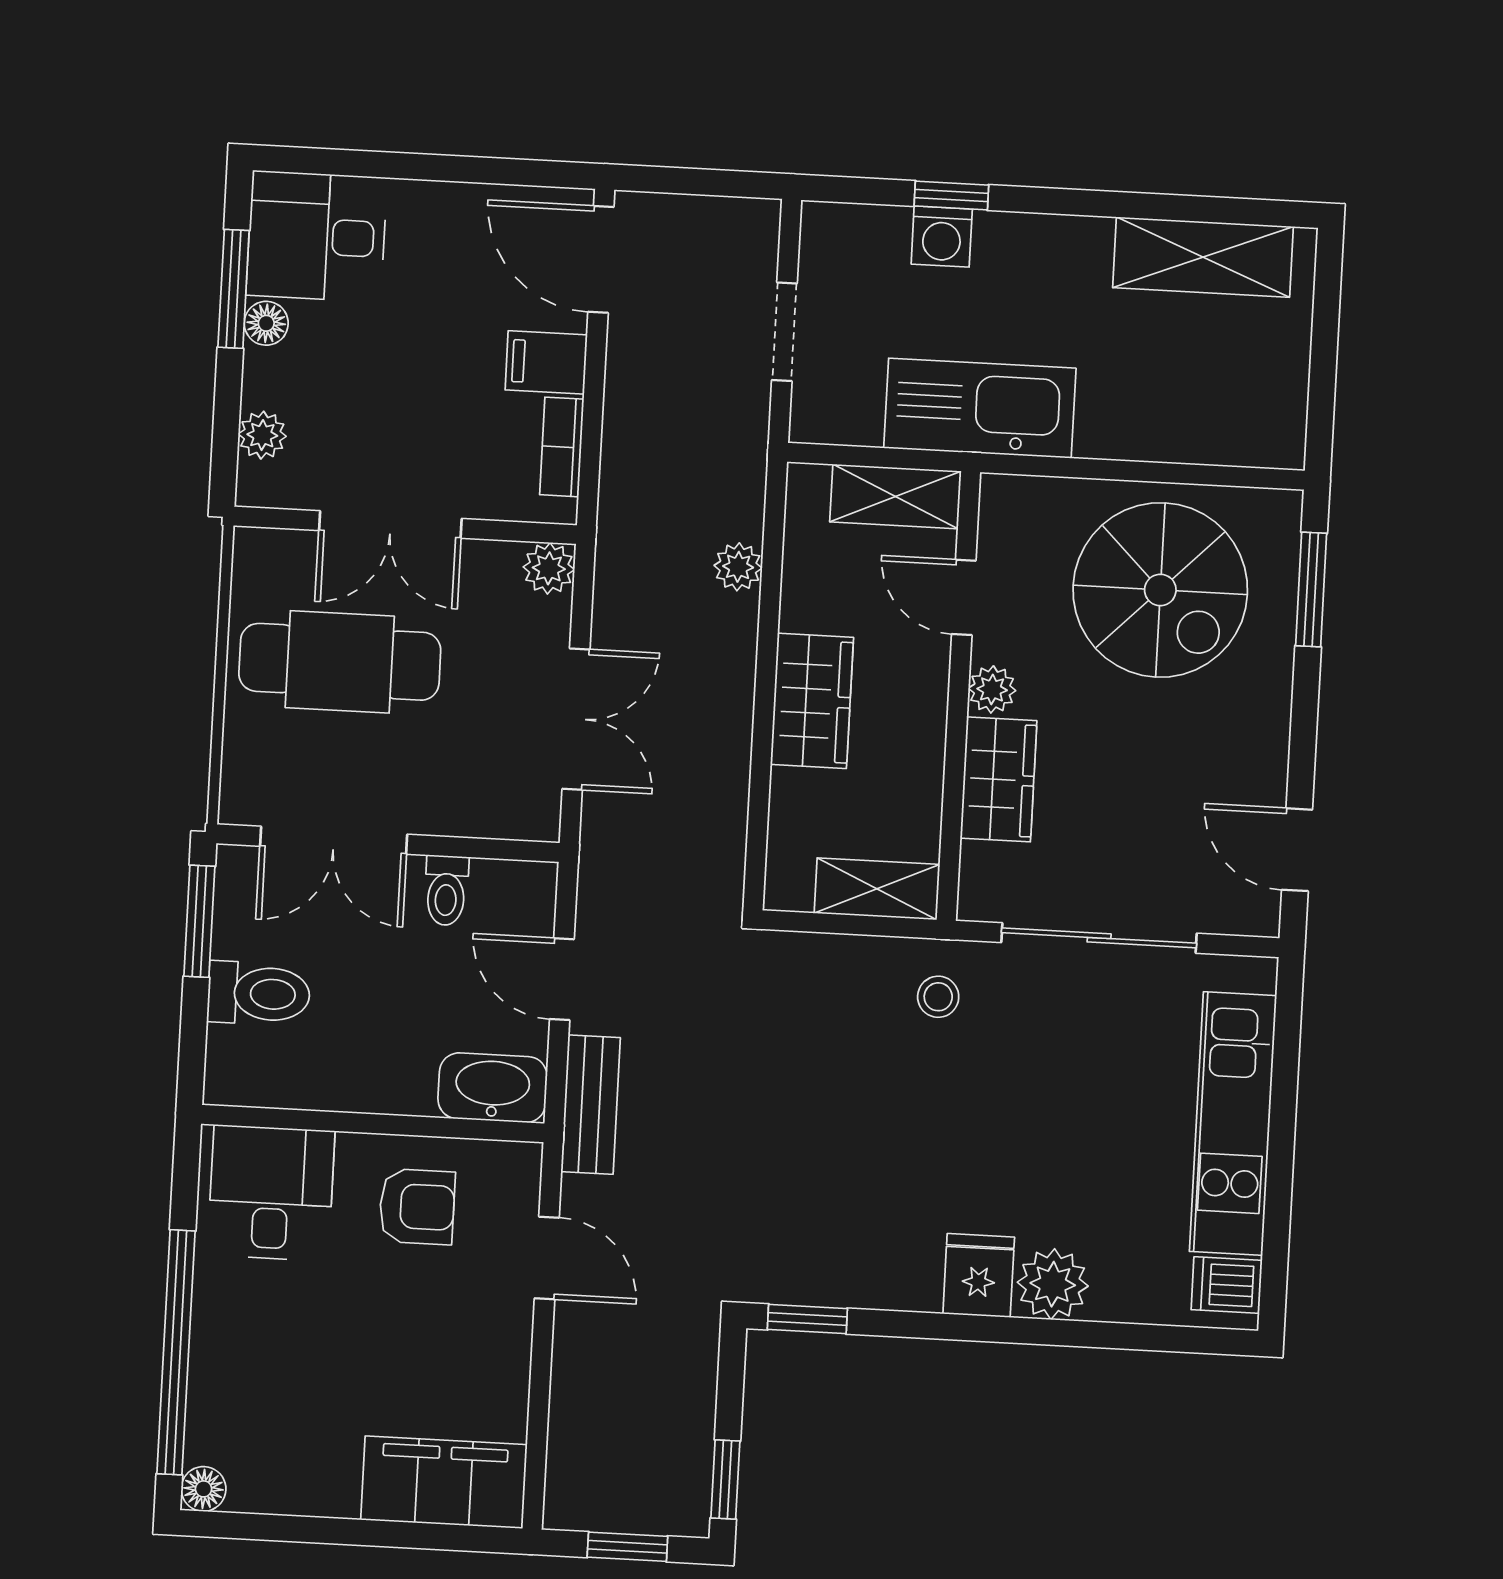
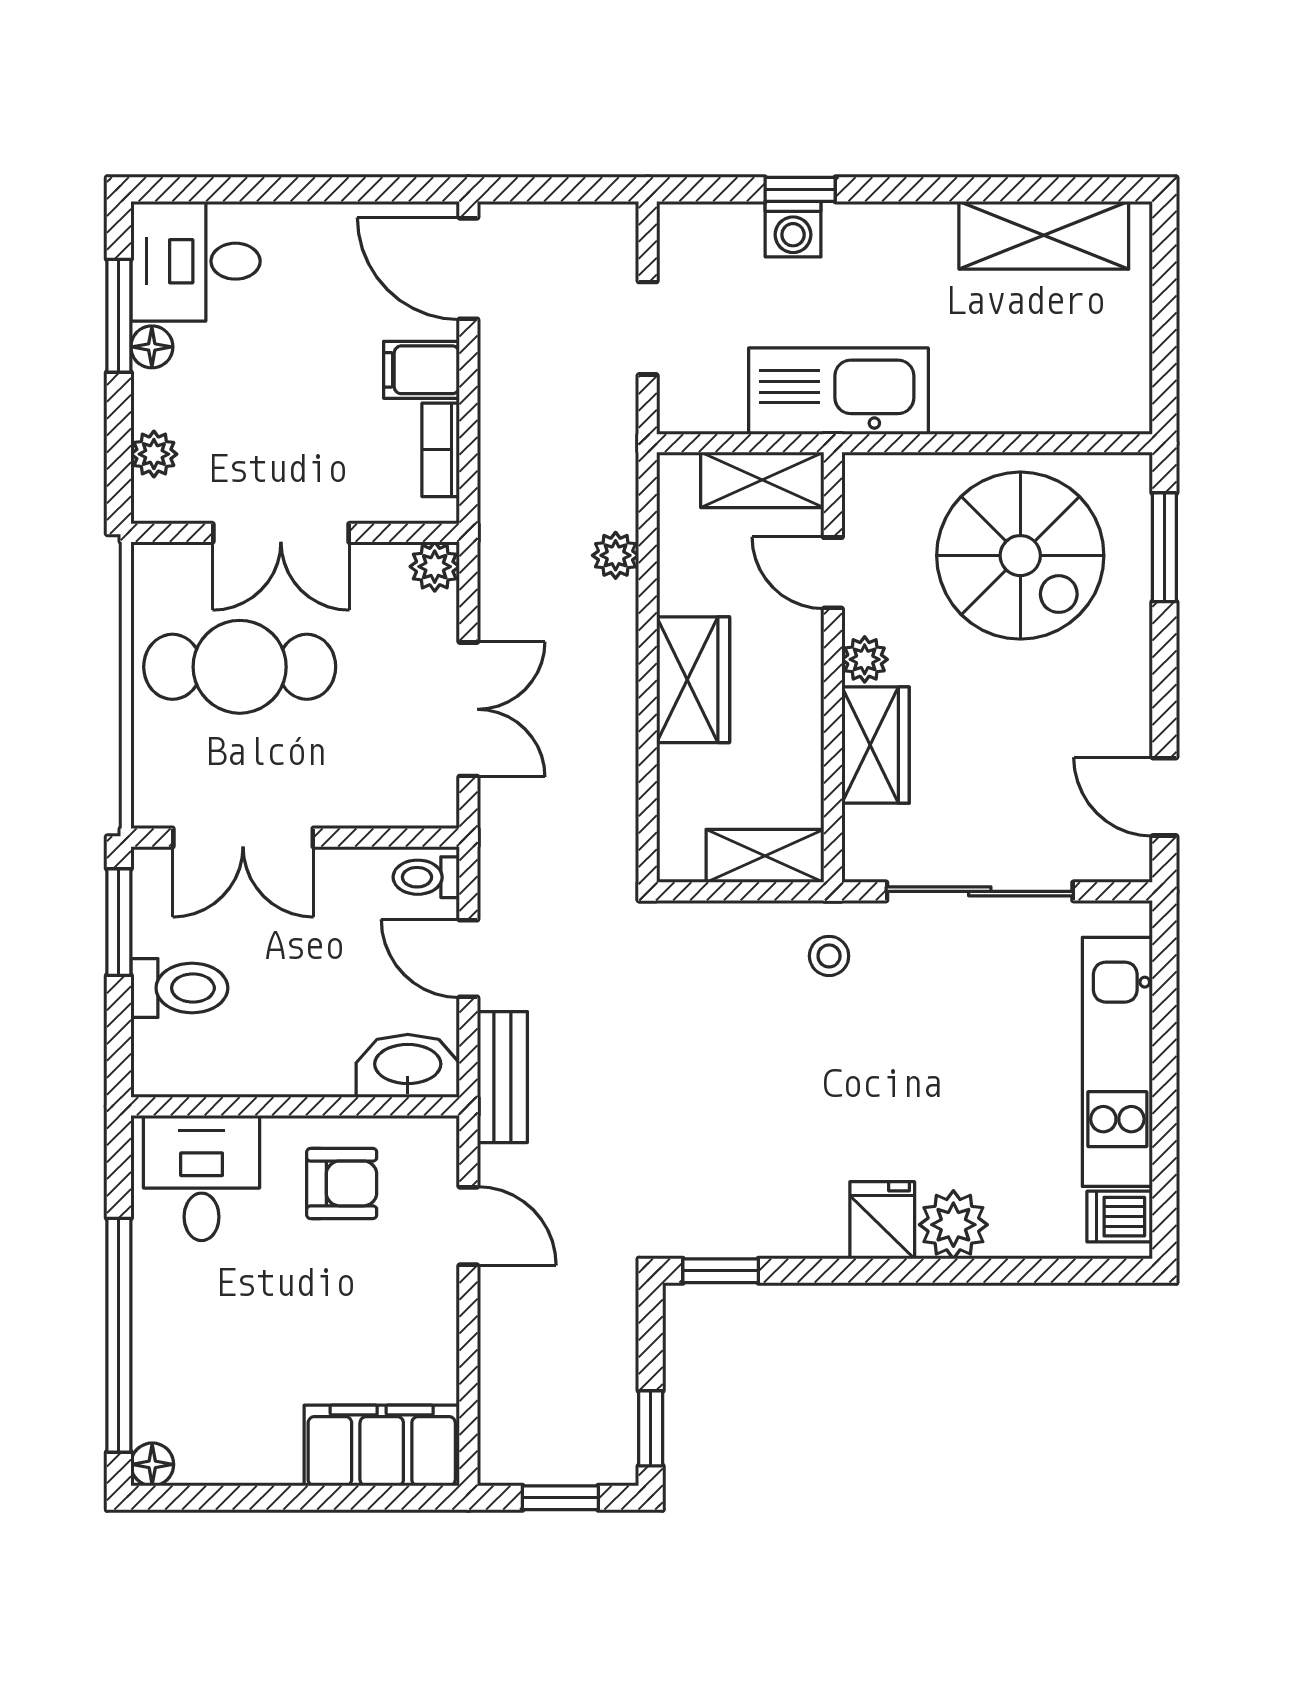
toilet: (446, 890) -> (426, 877), moved, turned 90

